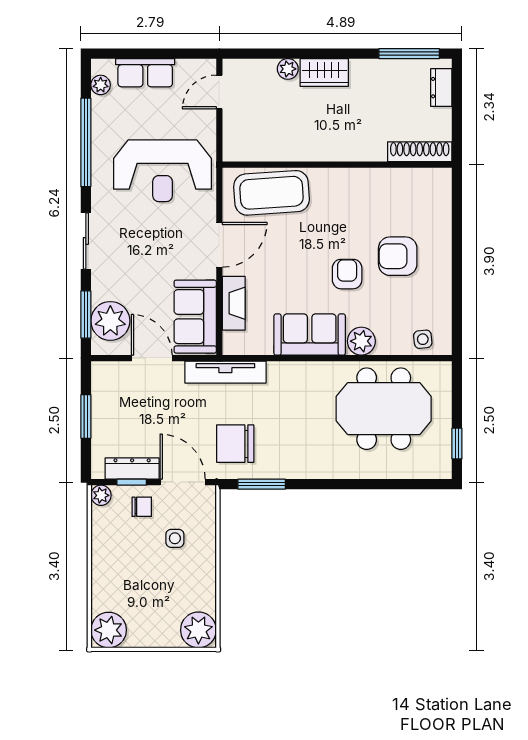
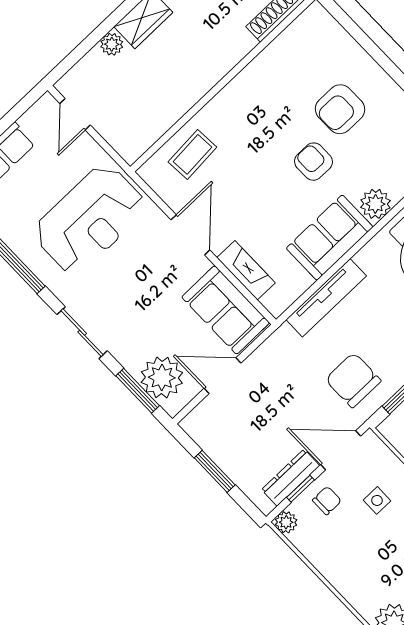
coffee table: (272, 193) -> (192, 154), width x0.54, depth x0.58
tv unit: (225, 372) -> (326, 298), moved
chair: (235, 444) -> (353, 380), turned 90

